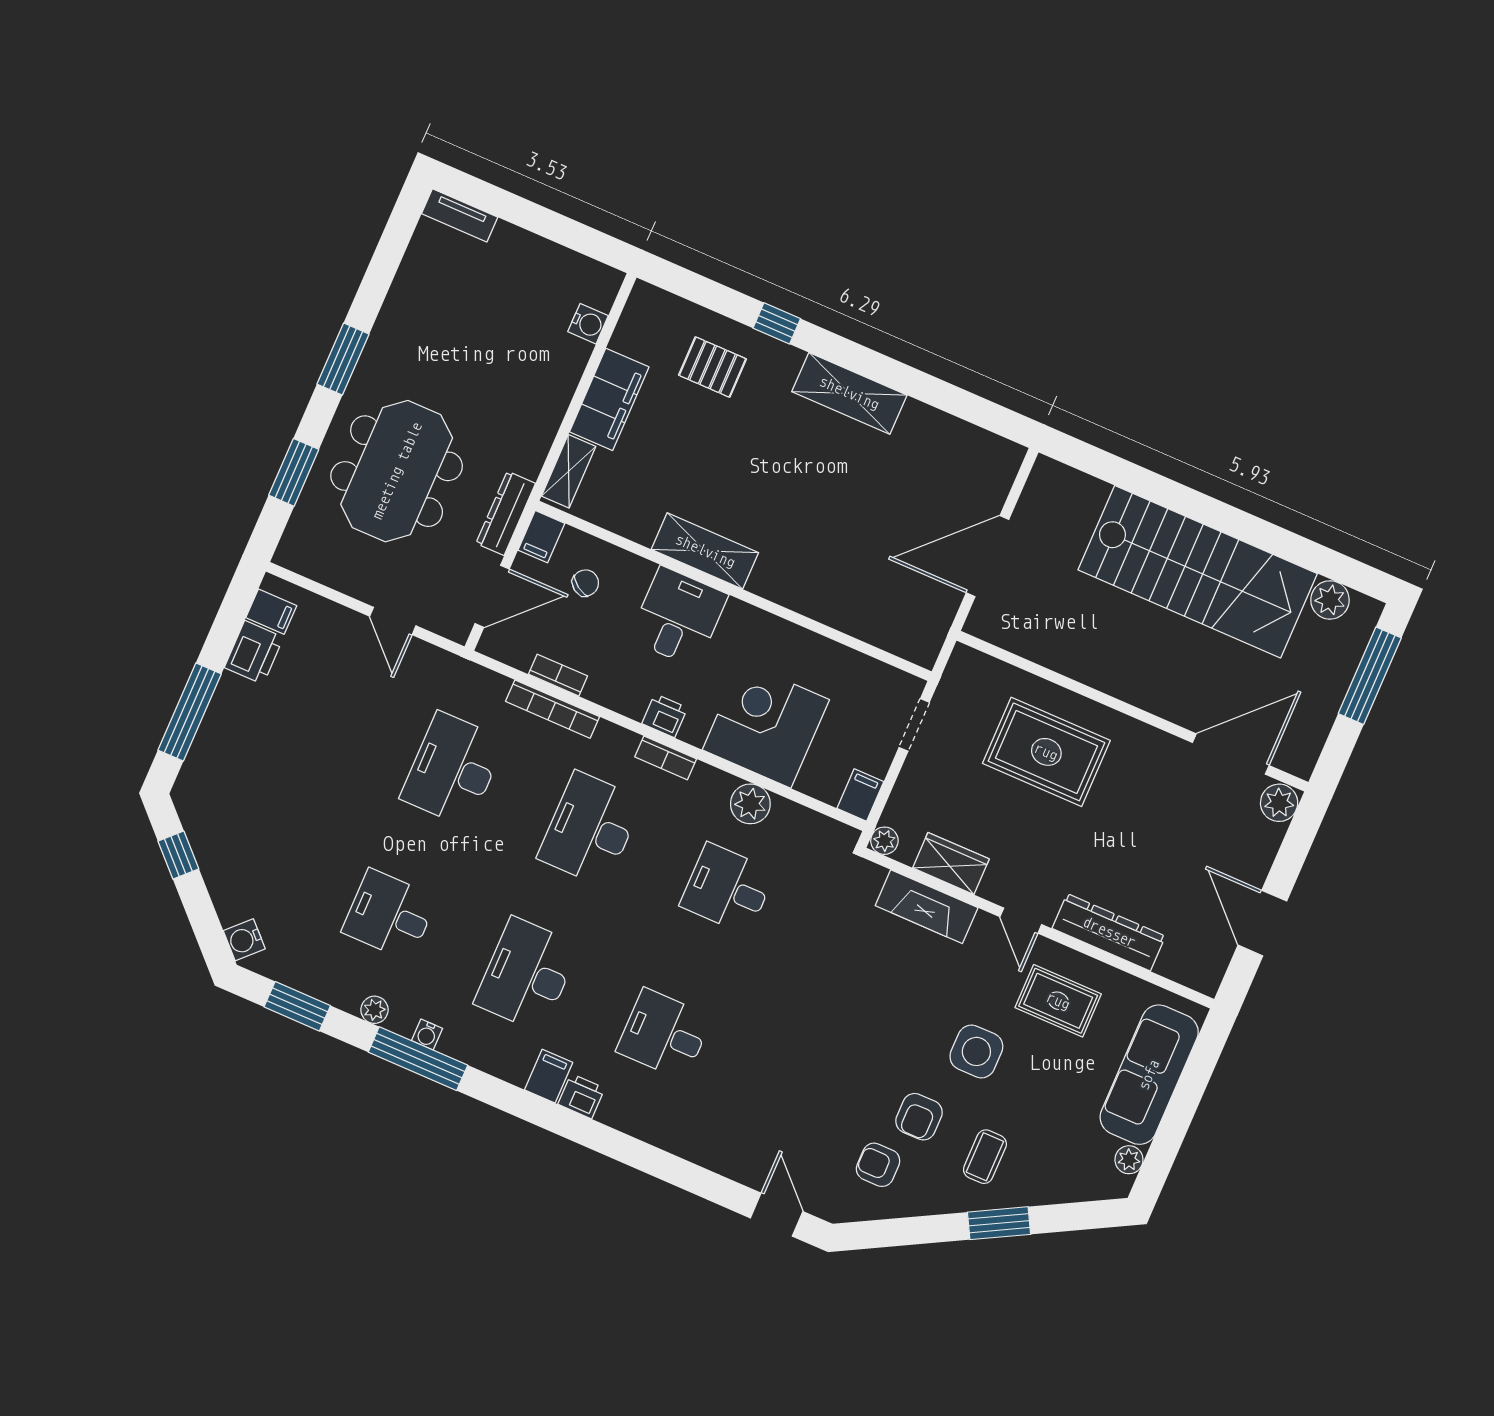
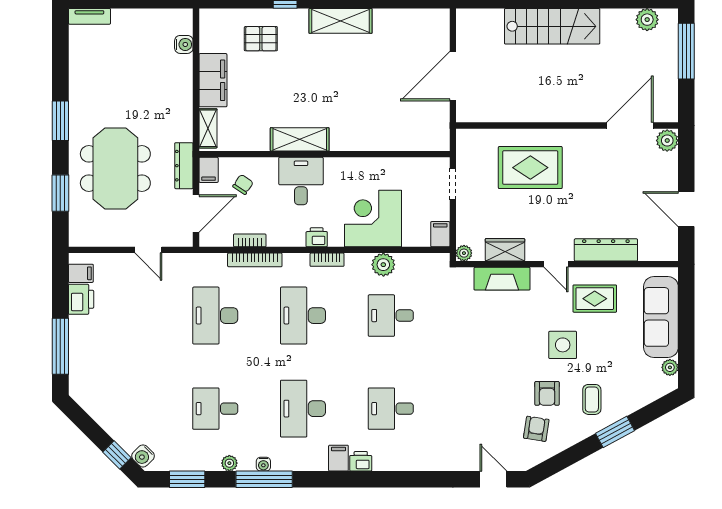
stairs: (1198, 572) -> (552, 26), width x0.73, depth x0.66
window: (178, 855) -> (117, 455), moved
armchair: (878, 1165) -> (536, 429), turned 99

